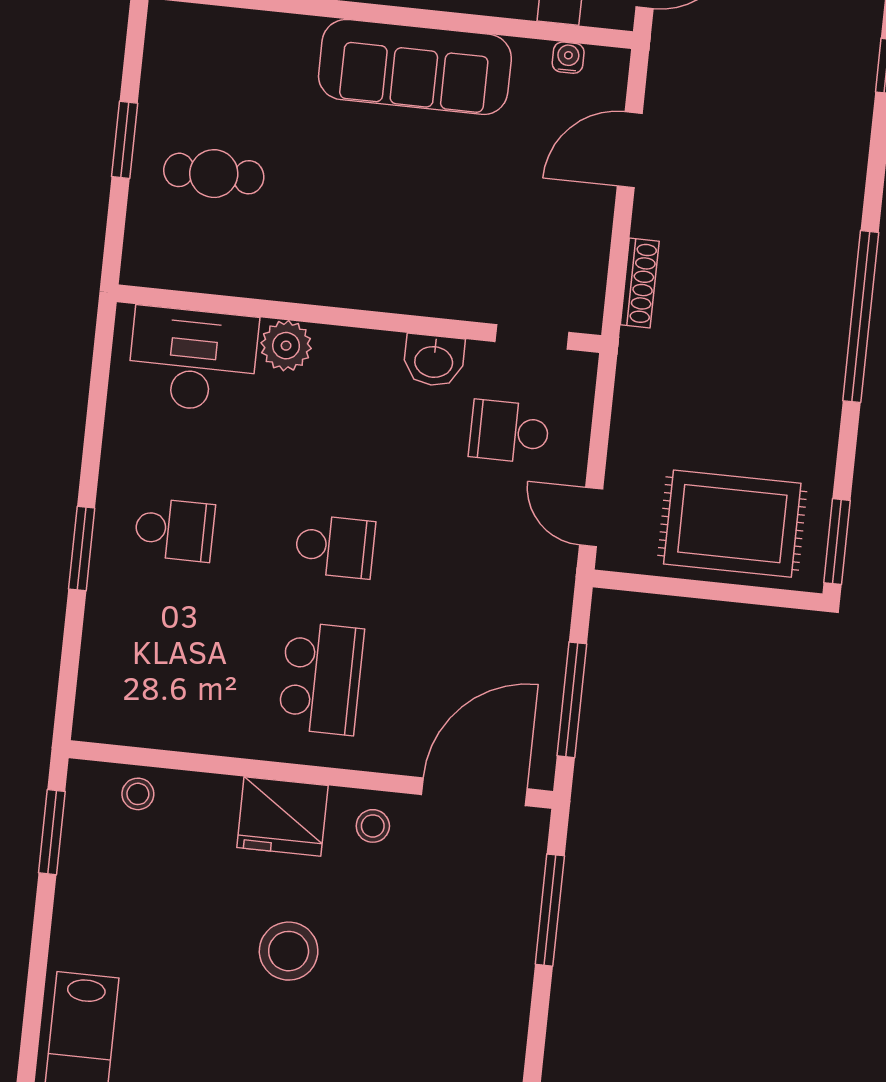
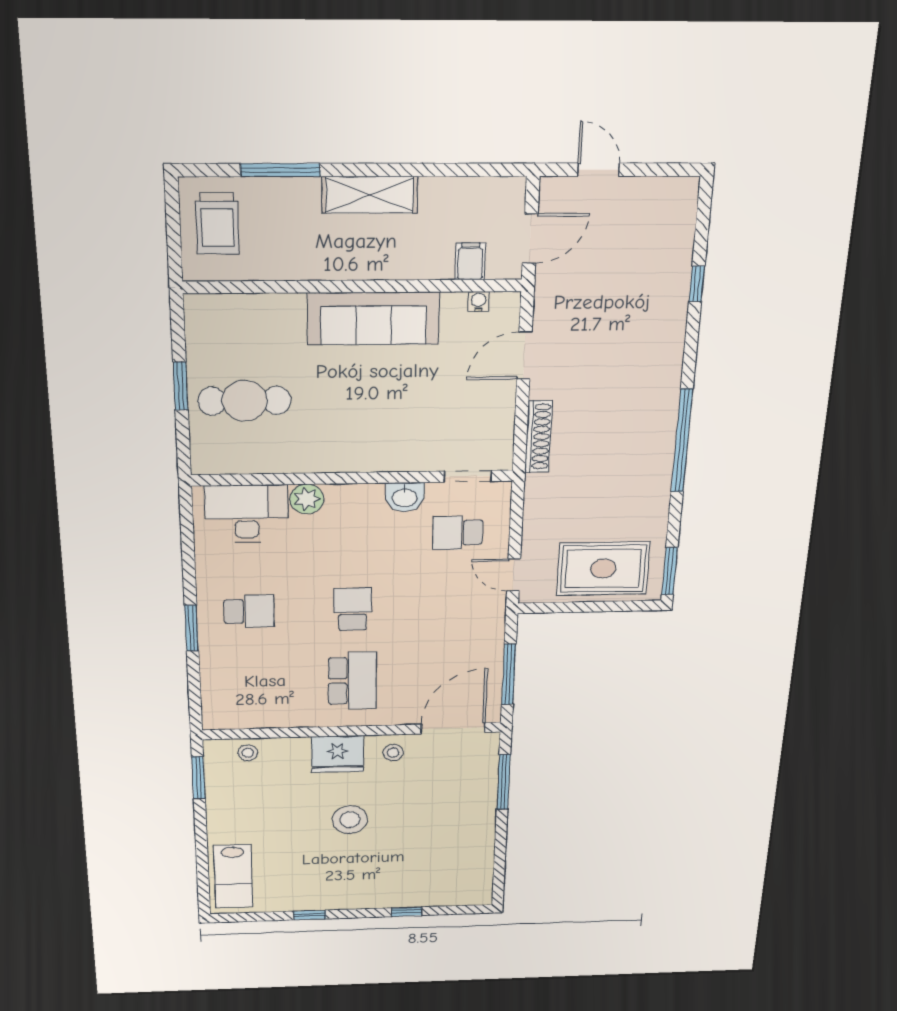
cafe table: (214, 174) -> (244, 401), width x1.37, depth x1.35
shoe rack: (640, 283) -> (538, 437), width x1.36, depth x1.24
school desk: (335, 547) -> (353, 609), turned -90

